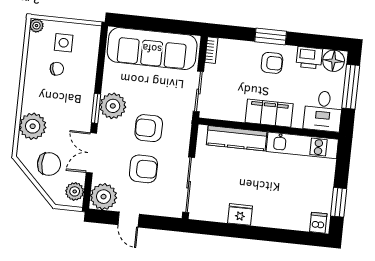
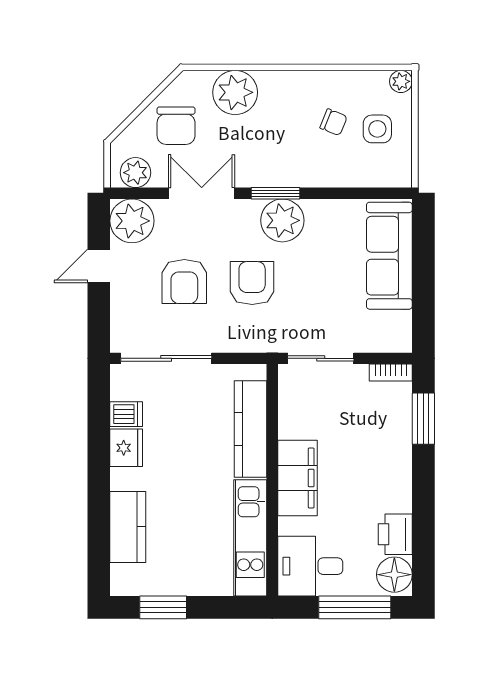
window: (271, 36) -> (423, 419), moved
sofa: (152, 49) -> (389, 256), width x0.74, depth x0.79
armchair: (272, 63) -> (380, 474), removed
chair: (57, 69) -> (334, 122), turned -54
kitchen counter: (288, 219) -> (128, 527), added
dishwasher: (318, 223) -> (126, 414), moved

